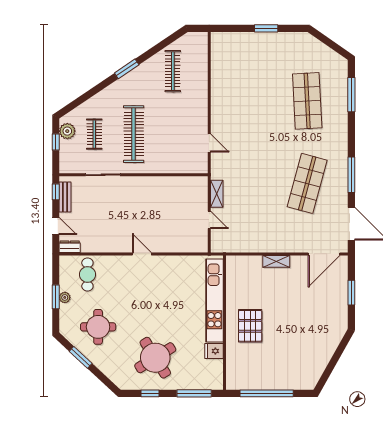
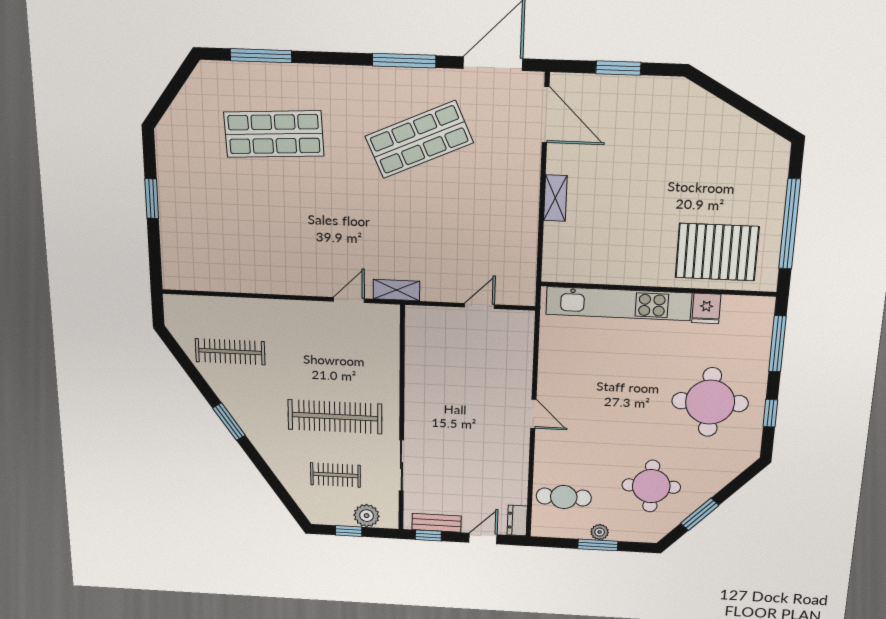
plant: (67, 131) -> (367, 516), moved
shop shelf: (307, 183) -> (419, 140), turned -39
shelving: (217, 194) -> (396, 290), moved
door: (142, 254) -> (533, 414), swing flipped
pallet: (250, 326) -> (717, 252), moved, width x1.37, depth x1.41
round table: (155, 358) -> (710, 402), turned 32

